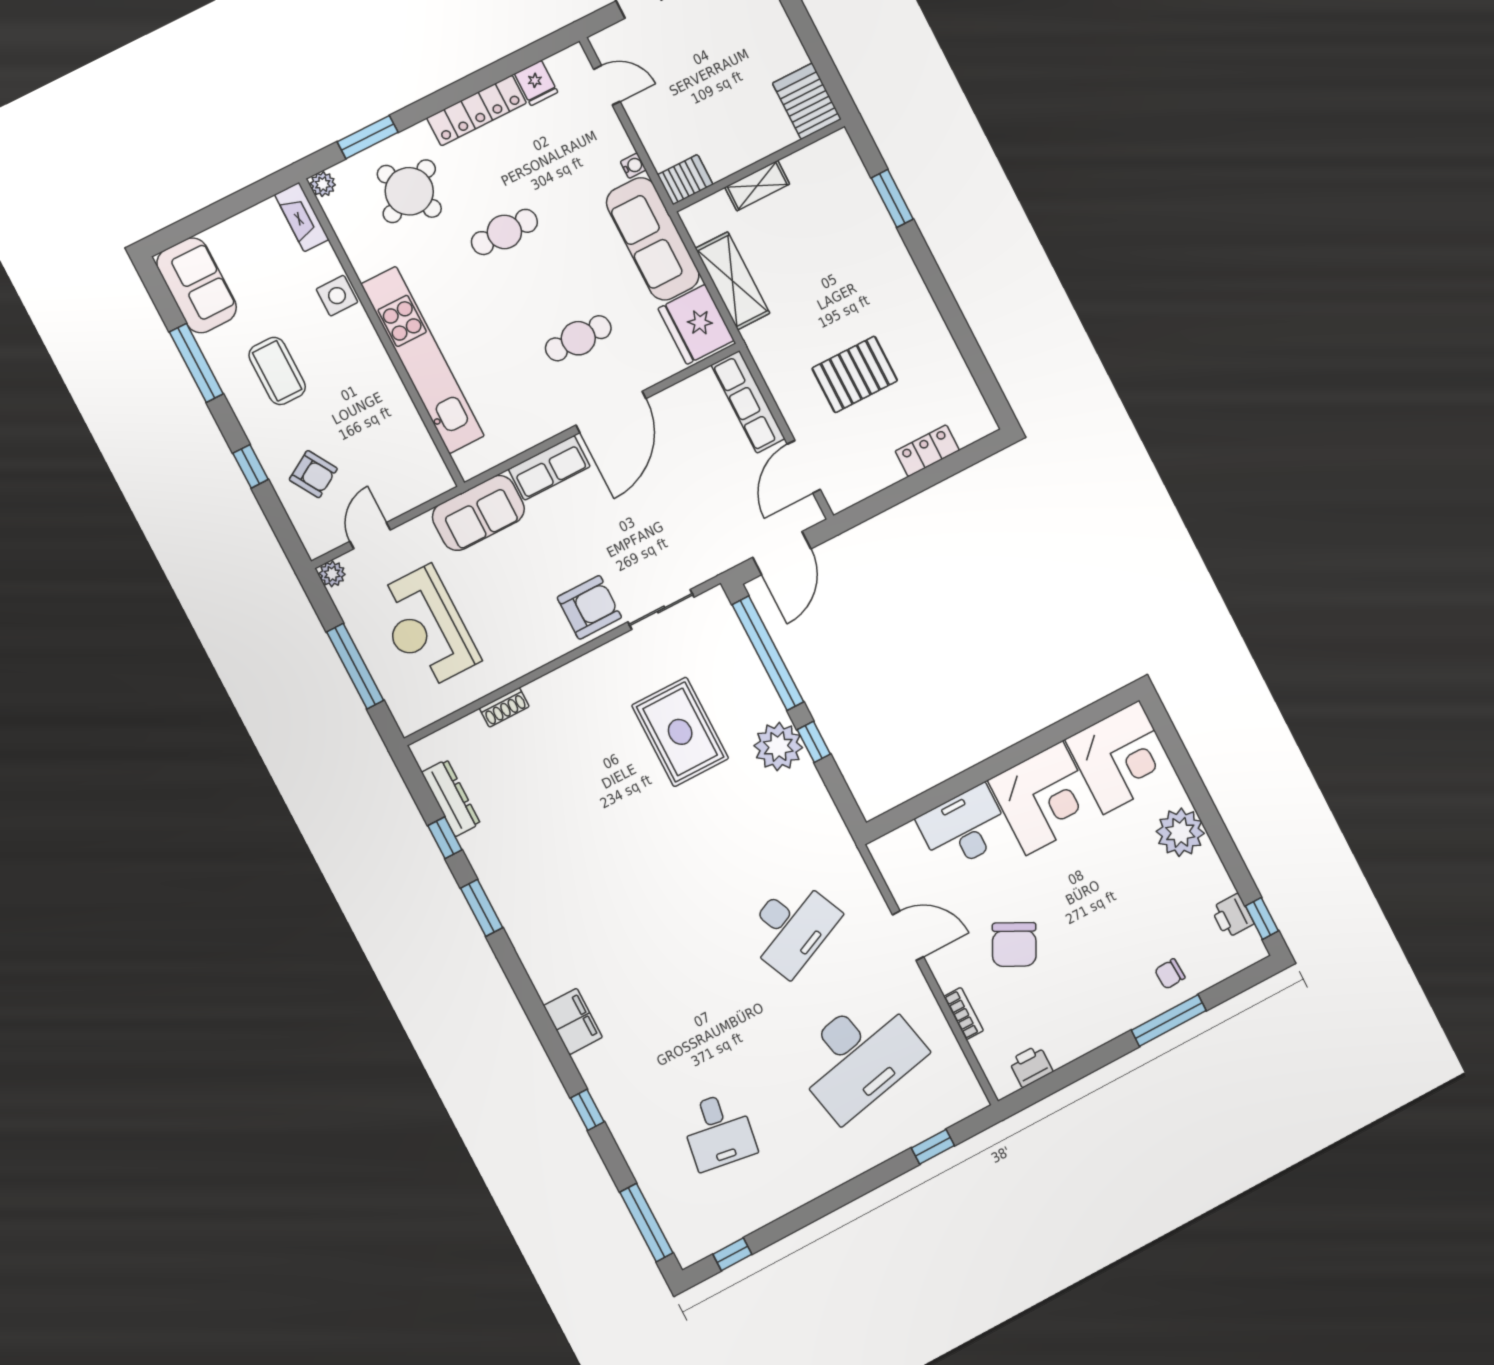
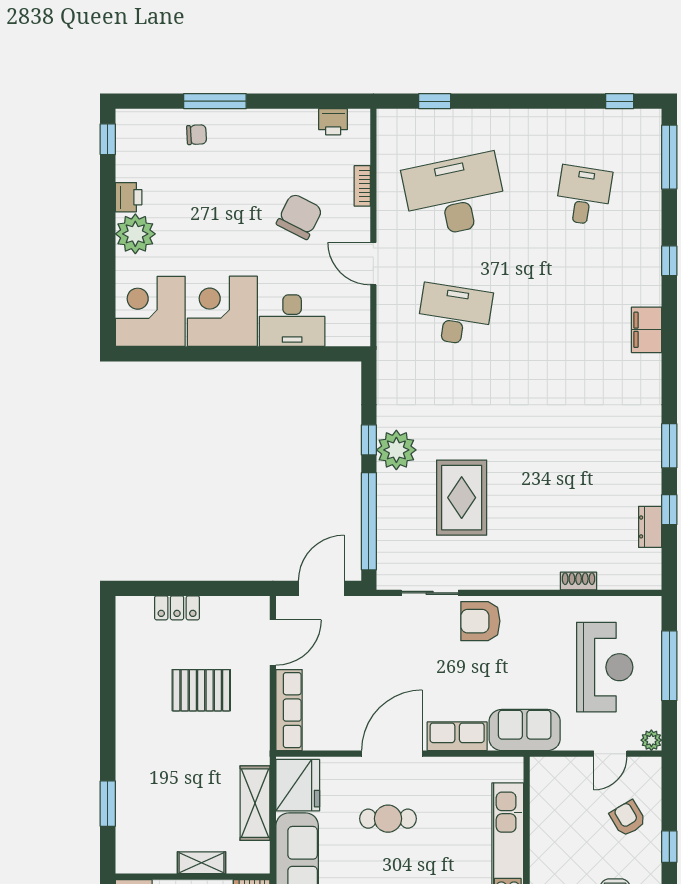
dresser: (451, 798) -> (650, 527), width x0.70
printer: (1232, 916) -> (129, 197), moved
desk: (791, 927) -> (455, 315), turned 33

